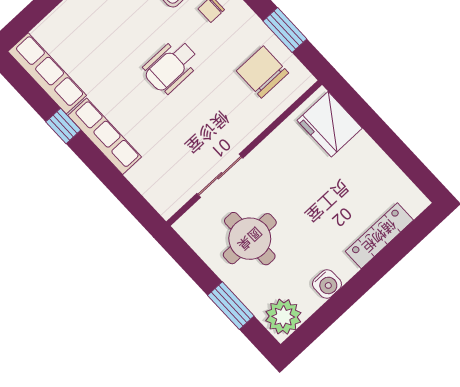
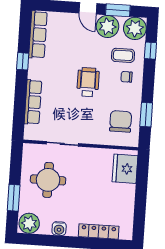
wheelchair: (171, 66) -> (88, 82), turned 90
row of seats: (105, 136) -> (33, 102), moved

